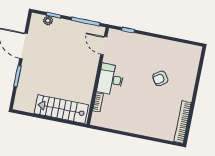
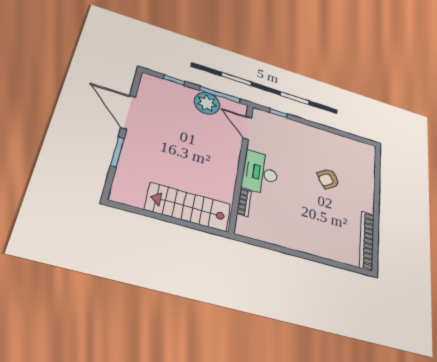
plant: (48, 20) -> (207, 103), moved, width x1.87, depth x1.87

